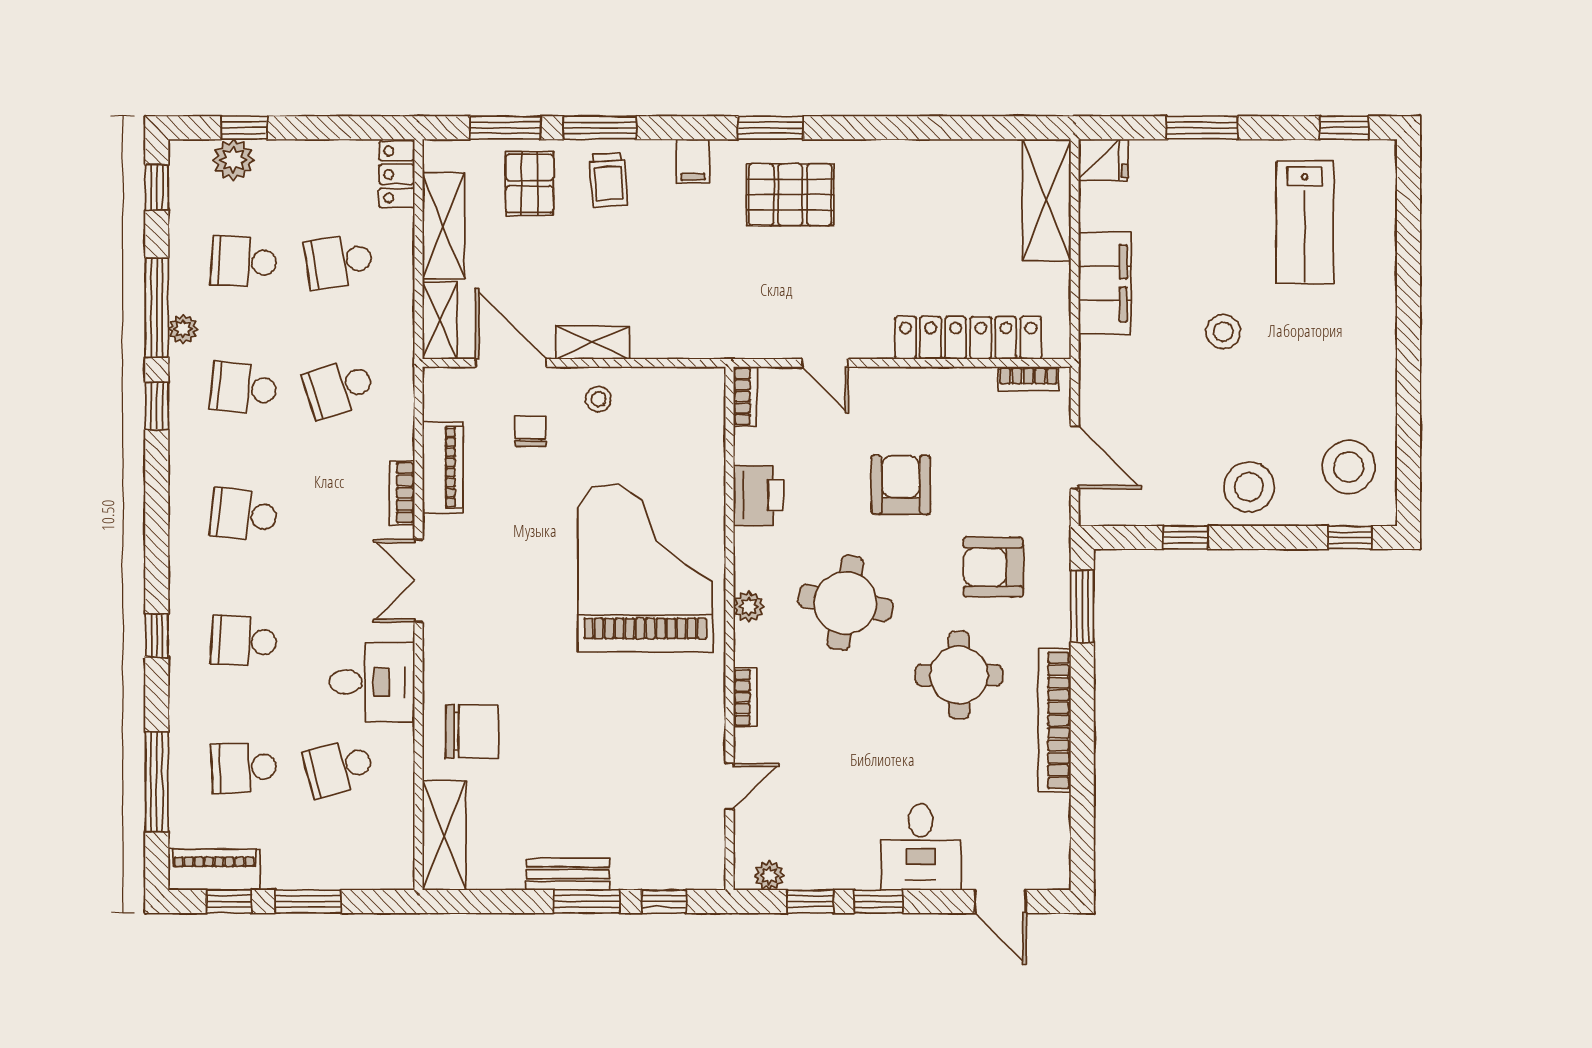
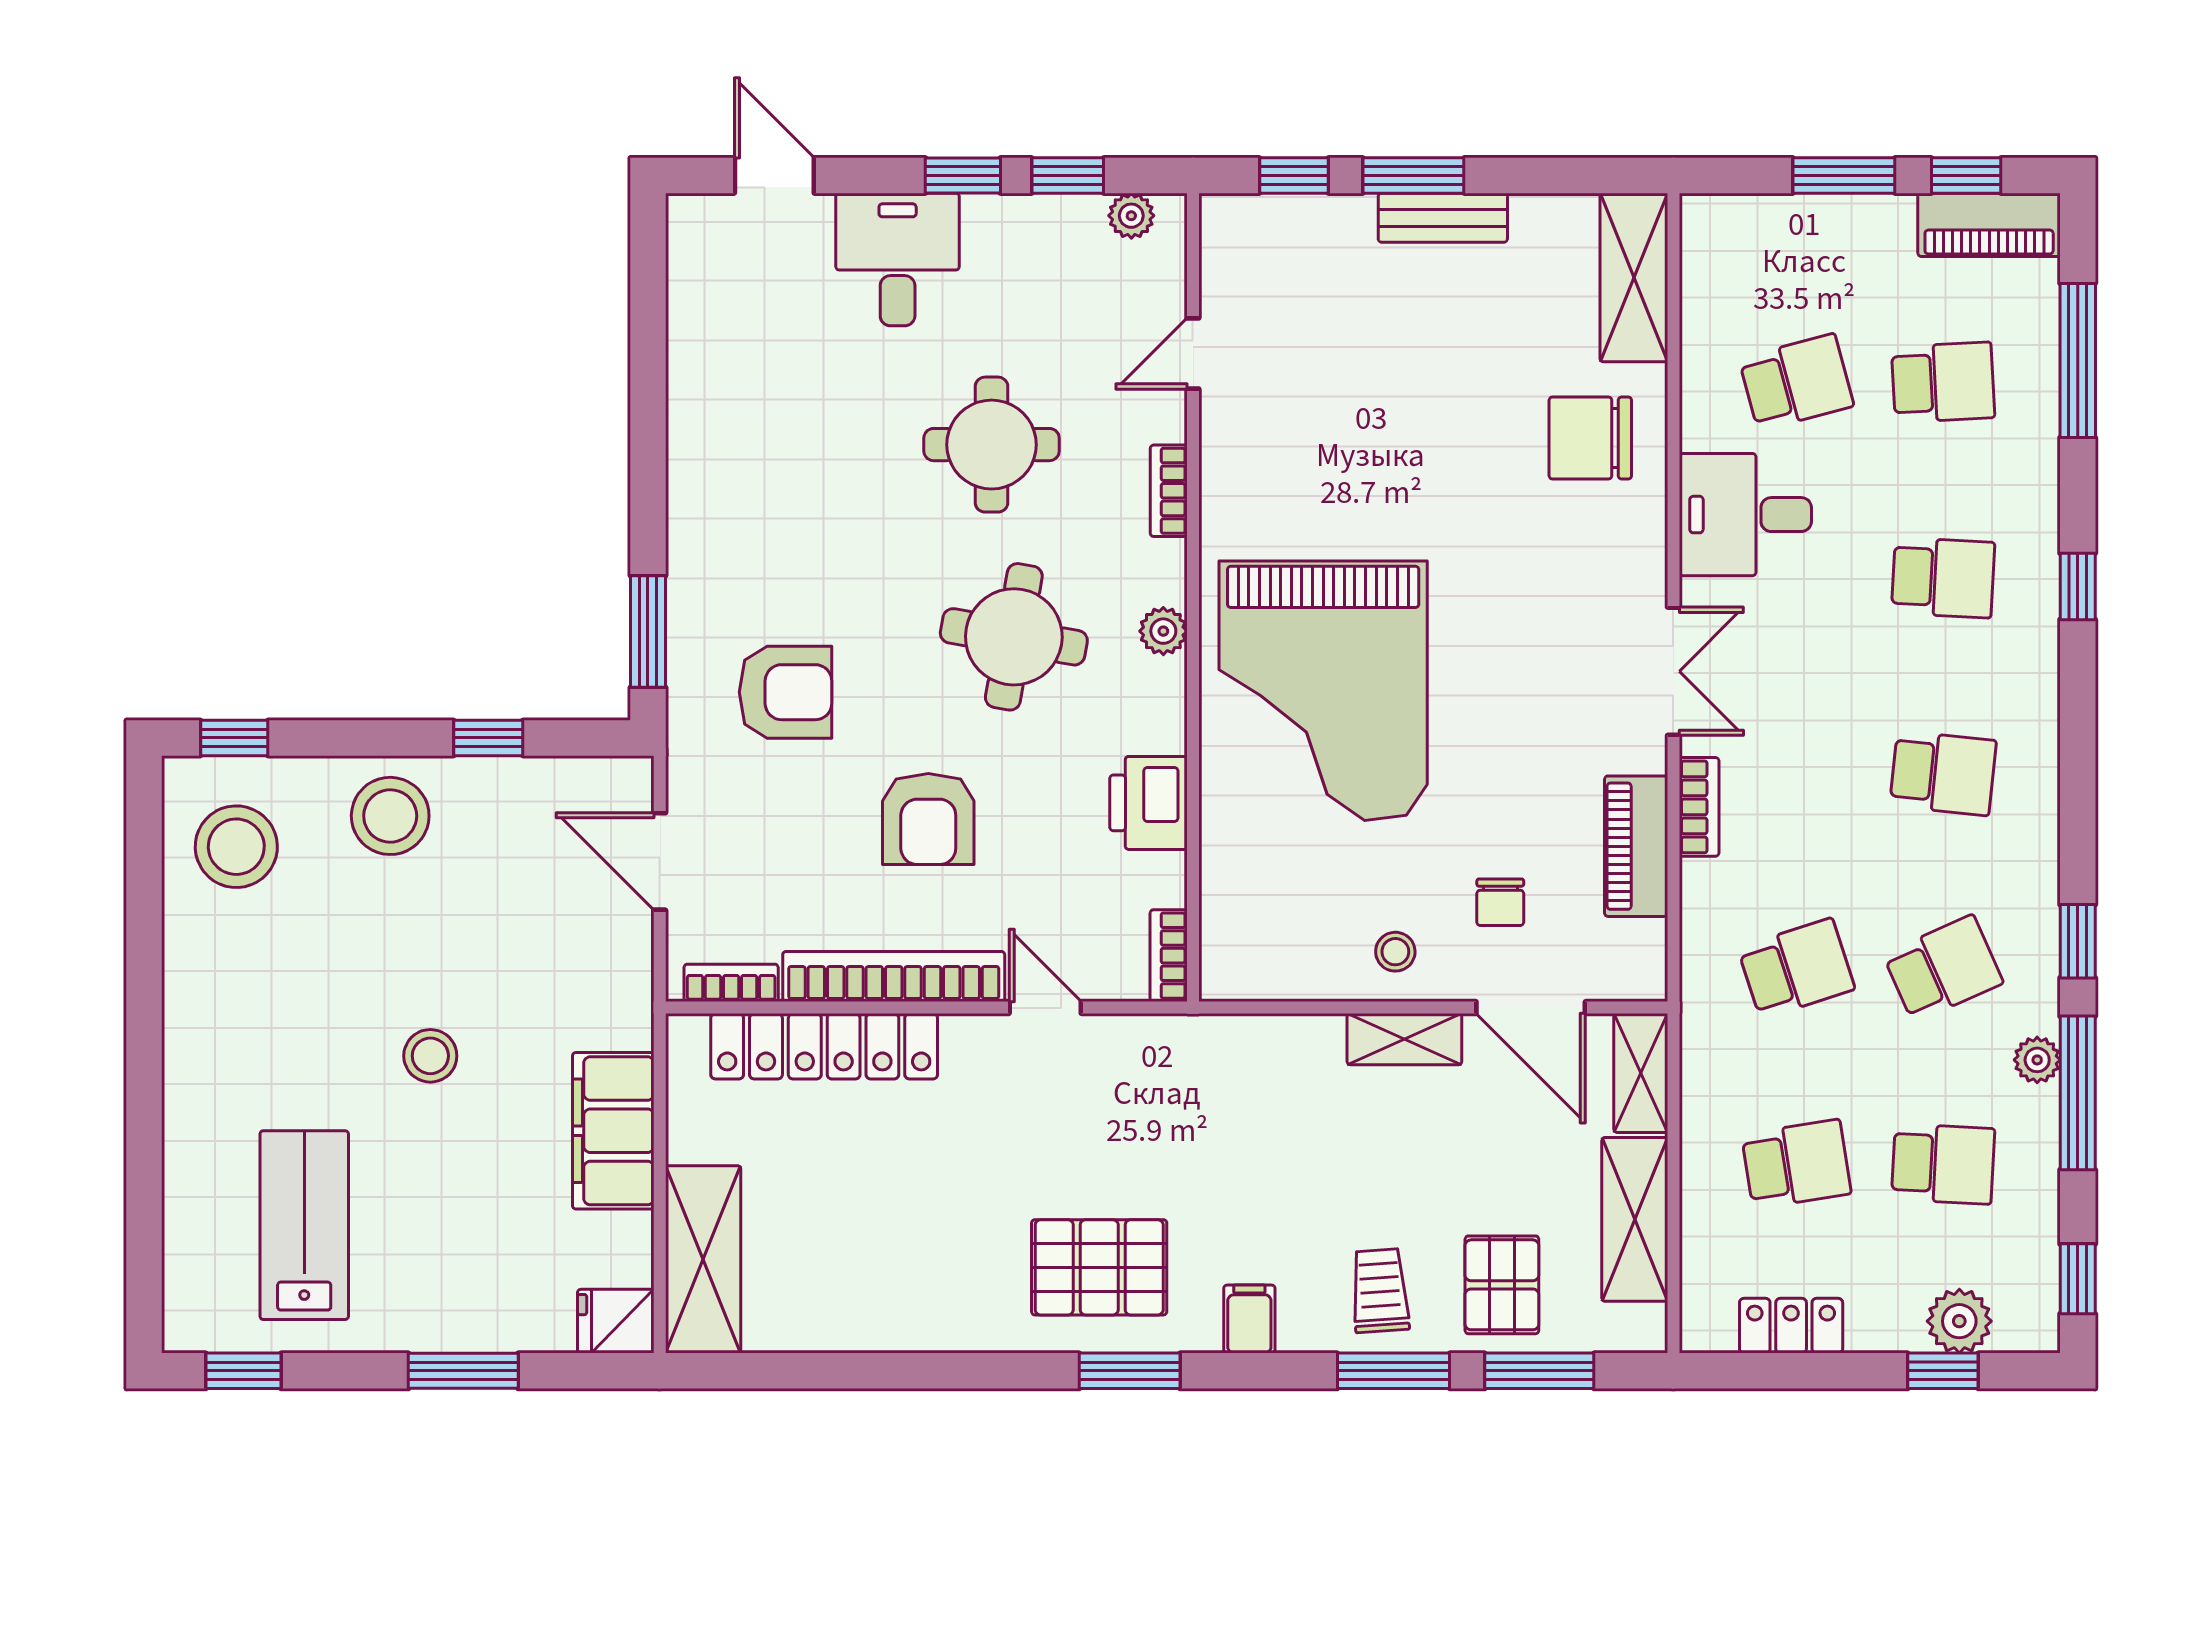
locker: (397, 174) -> (1791, 1326), moved, turned -90
school desk: (244, 388) -> (1943, 969), turned -30
round table: (959, 675) -> (992, 445), moved
bookcase: (1055, 720) -> (894, 976), moved, turned -90

